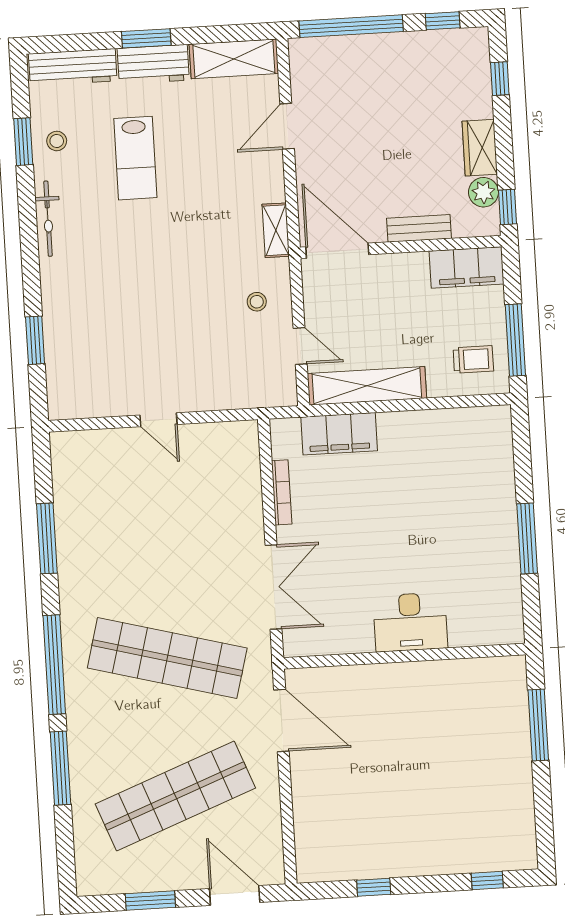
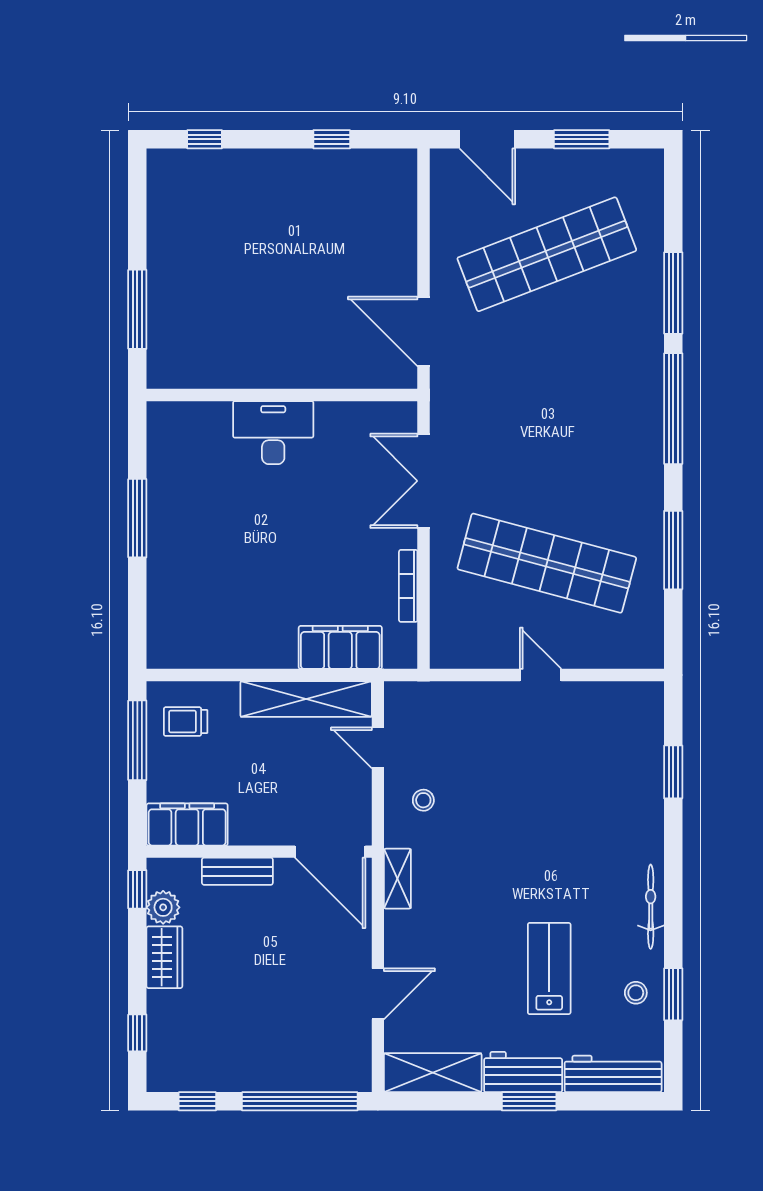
shop shelf: (167, 658) -> (547, 563), moved

